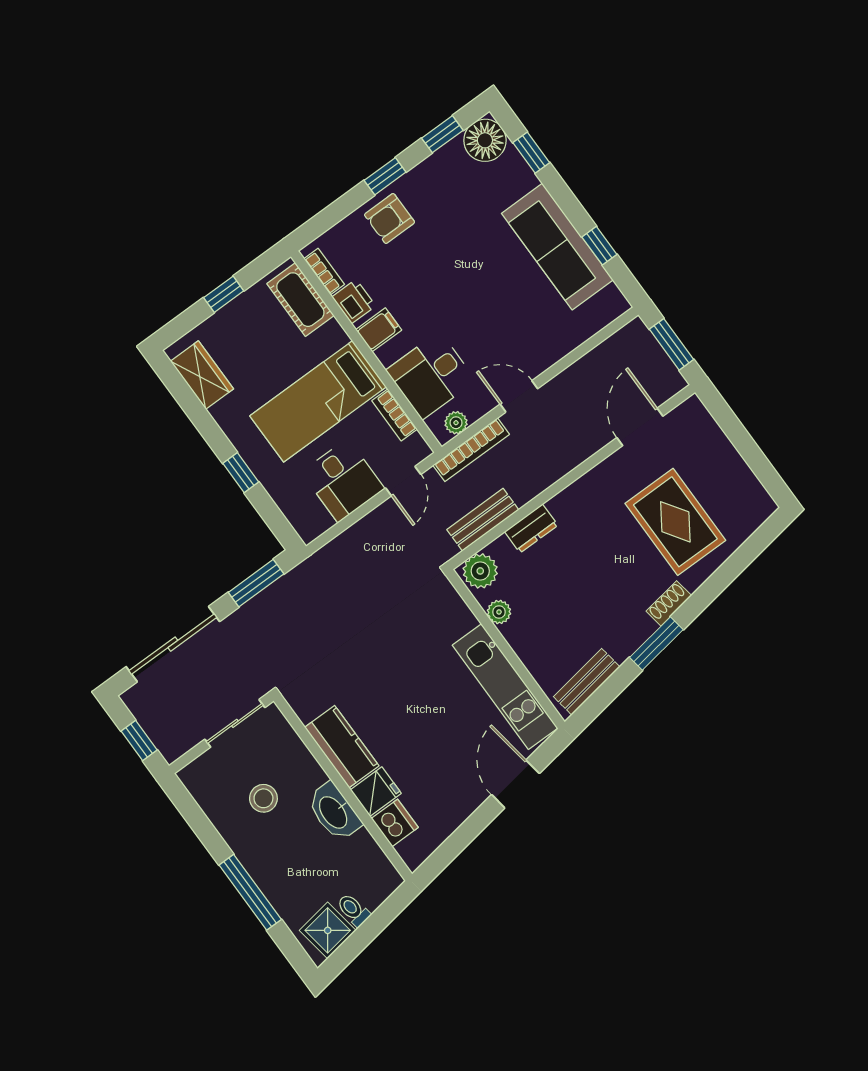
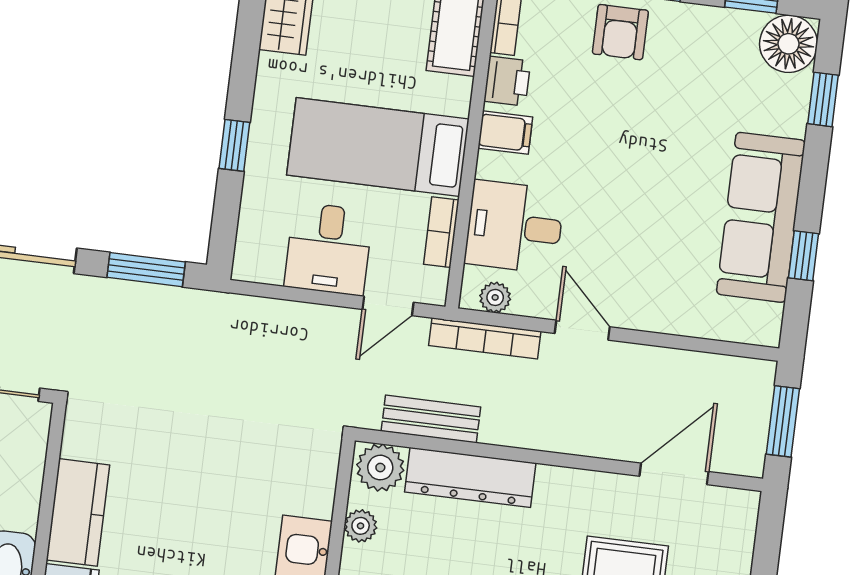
armchair: (390, 218) -> (620, 32), turned -90
dresser: (531, 528) -> (470, 477), width x1.96, depth x1.24

